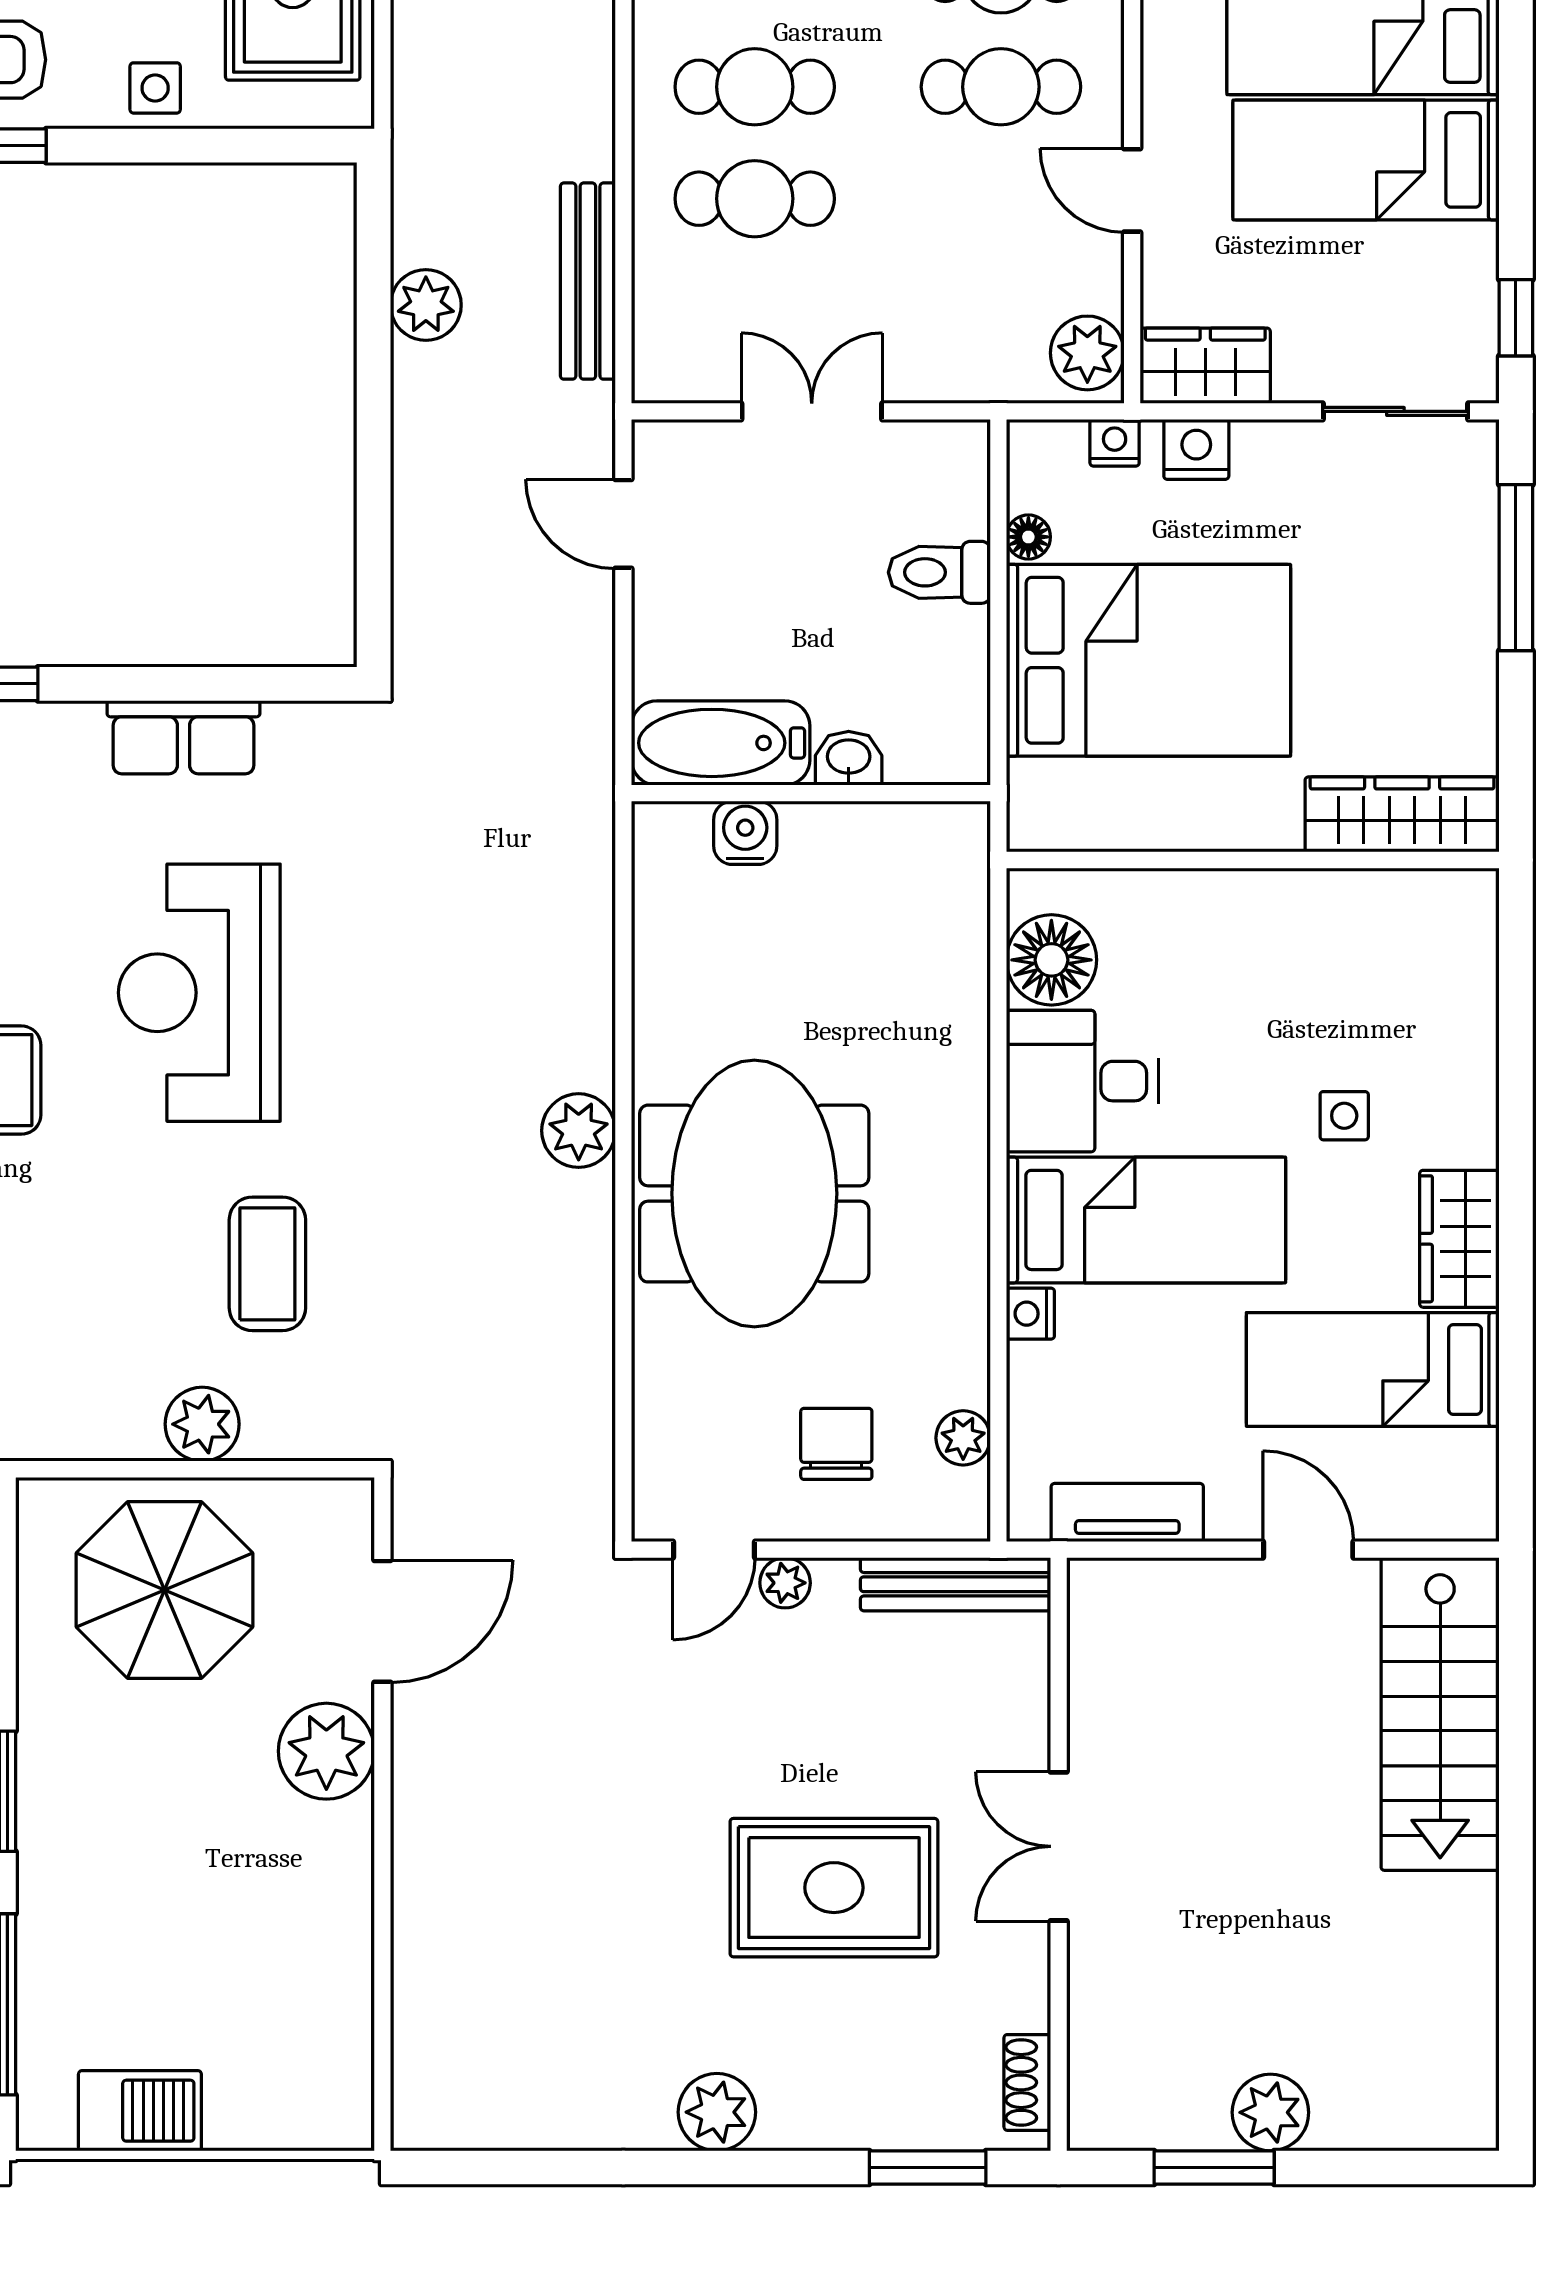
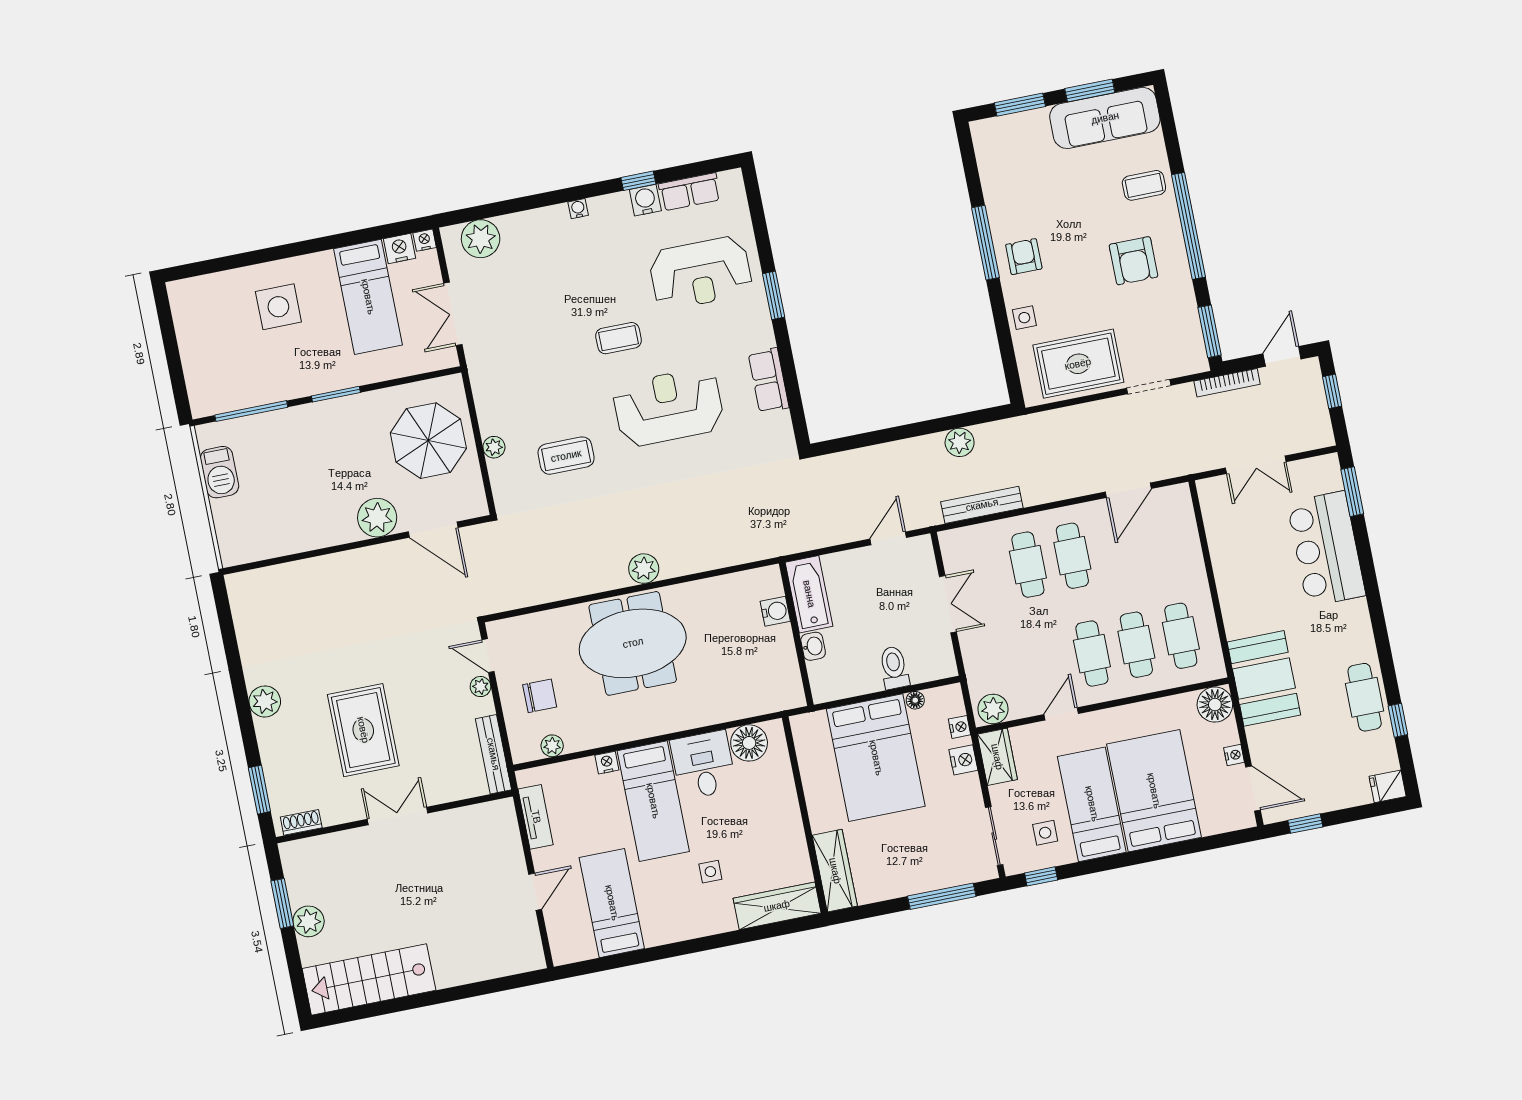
side table: (1412, 287) -> (1045, 833), added
wardrobe: (1459, 1239) -> (777, 906), moved, width x1.50
plant: (202, 1424) -> (494, 447), width x0.73, depth x0.73
stairs: (1440, 1714) -> (369, 979), moved

